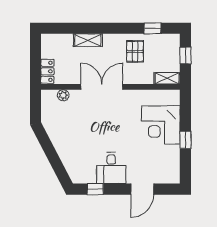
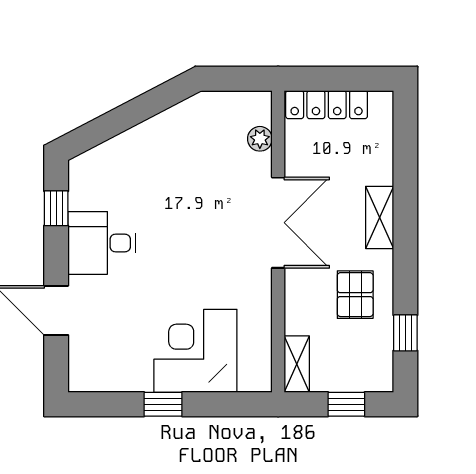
shelving: (88, 40) -> (380, 217), moved
pallet: (135, 51) -> (355, 295), turned 90
locker: (47, 71) -> (327, 105), width x1.53

